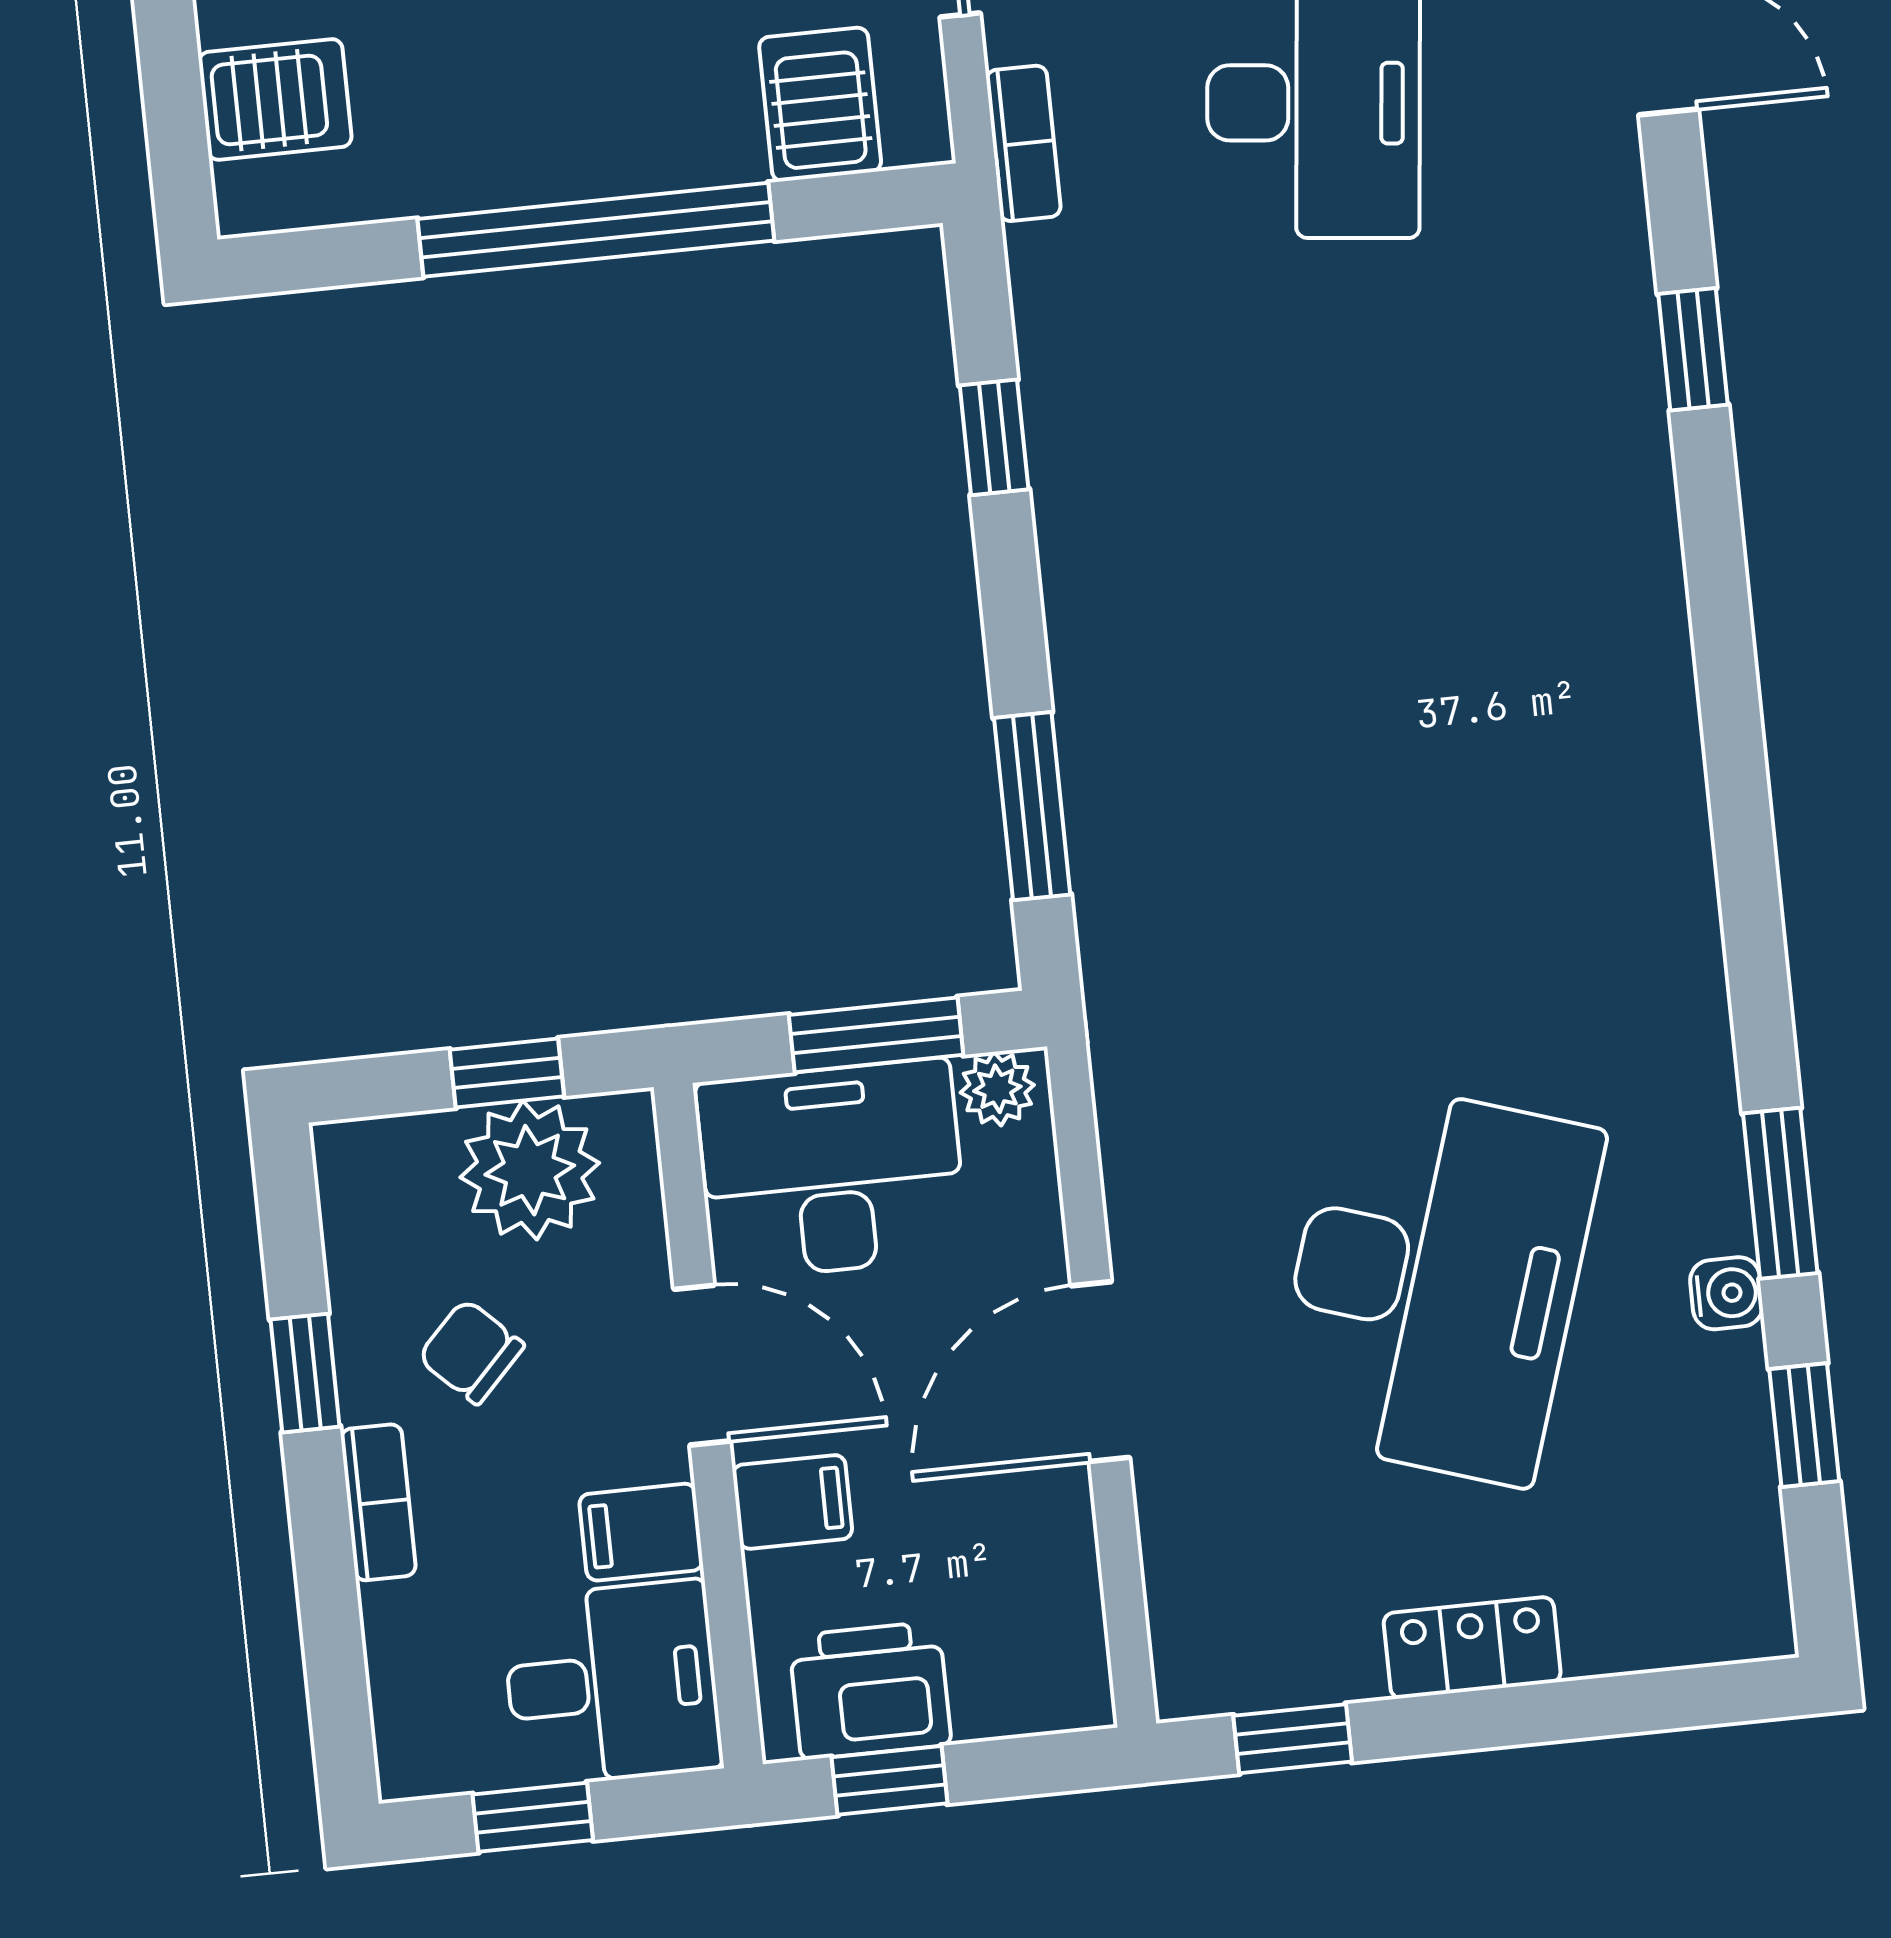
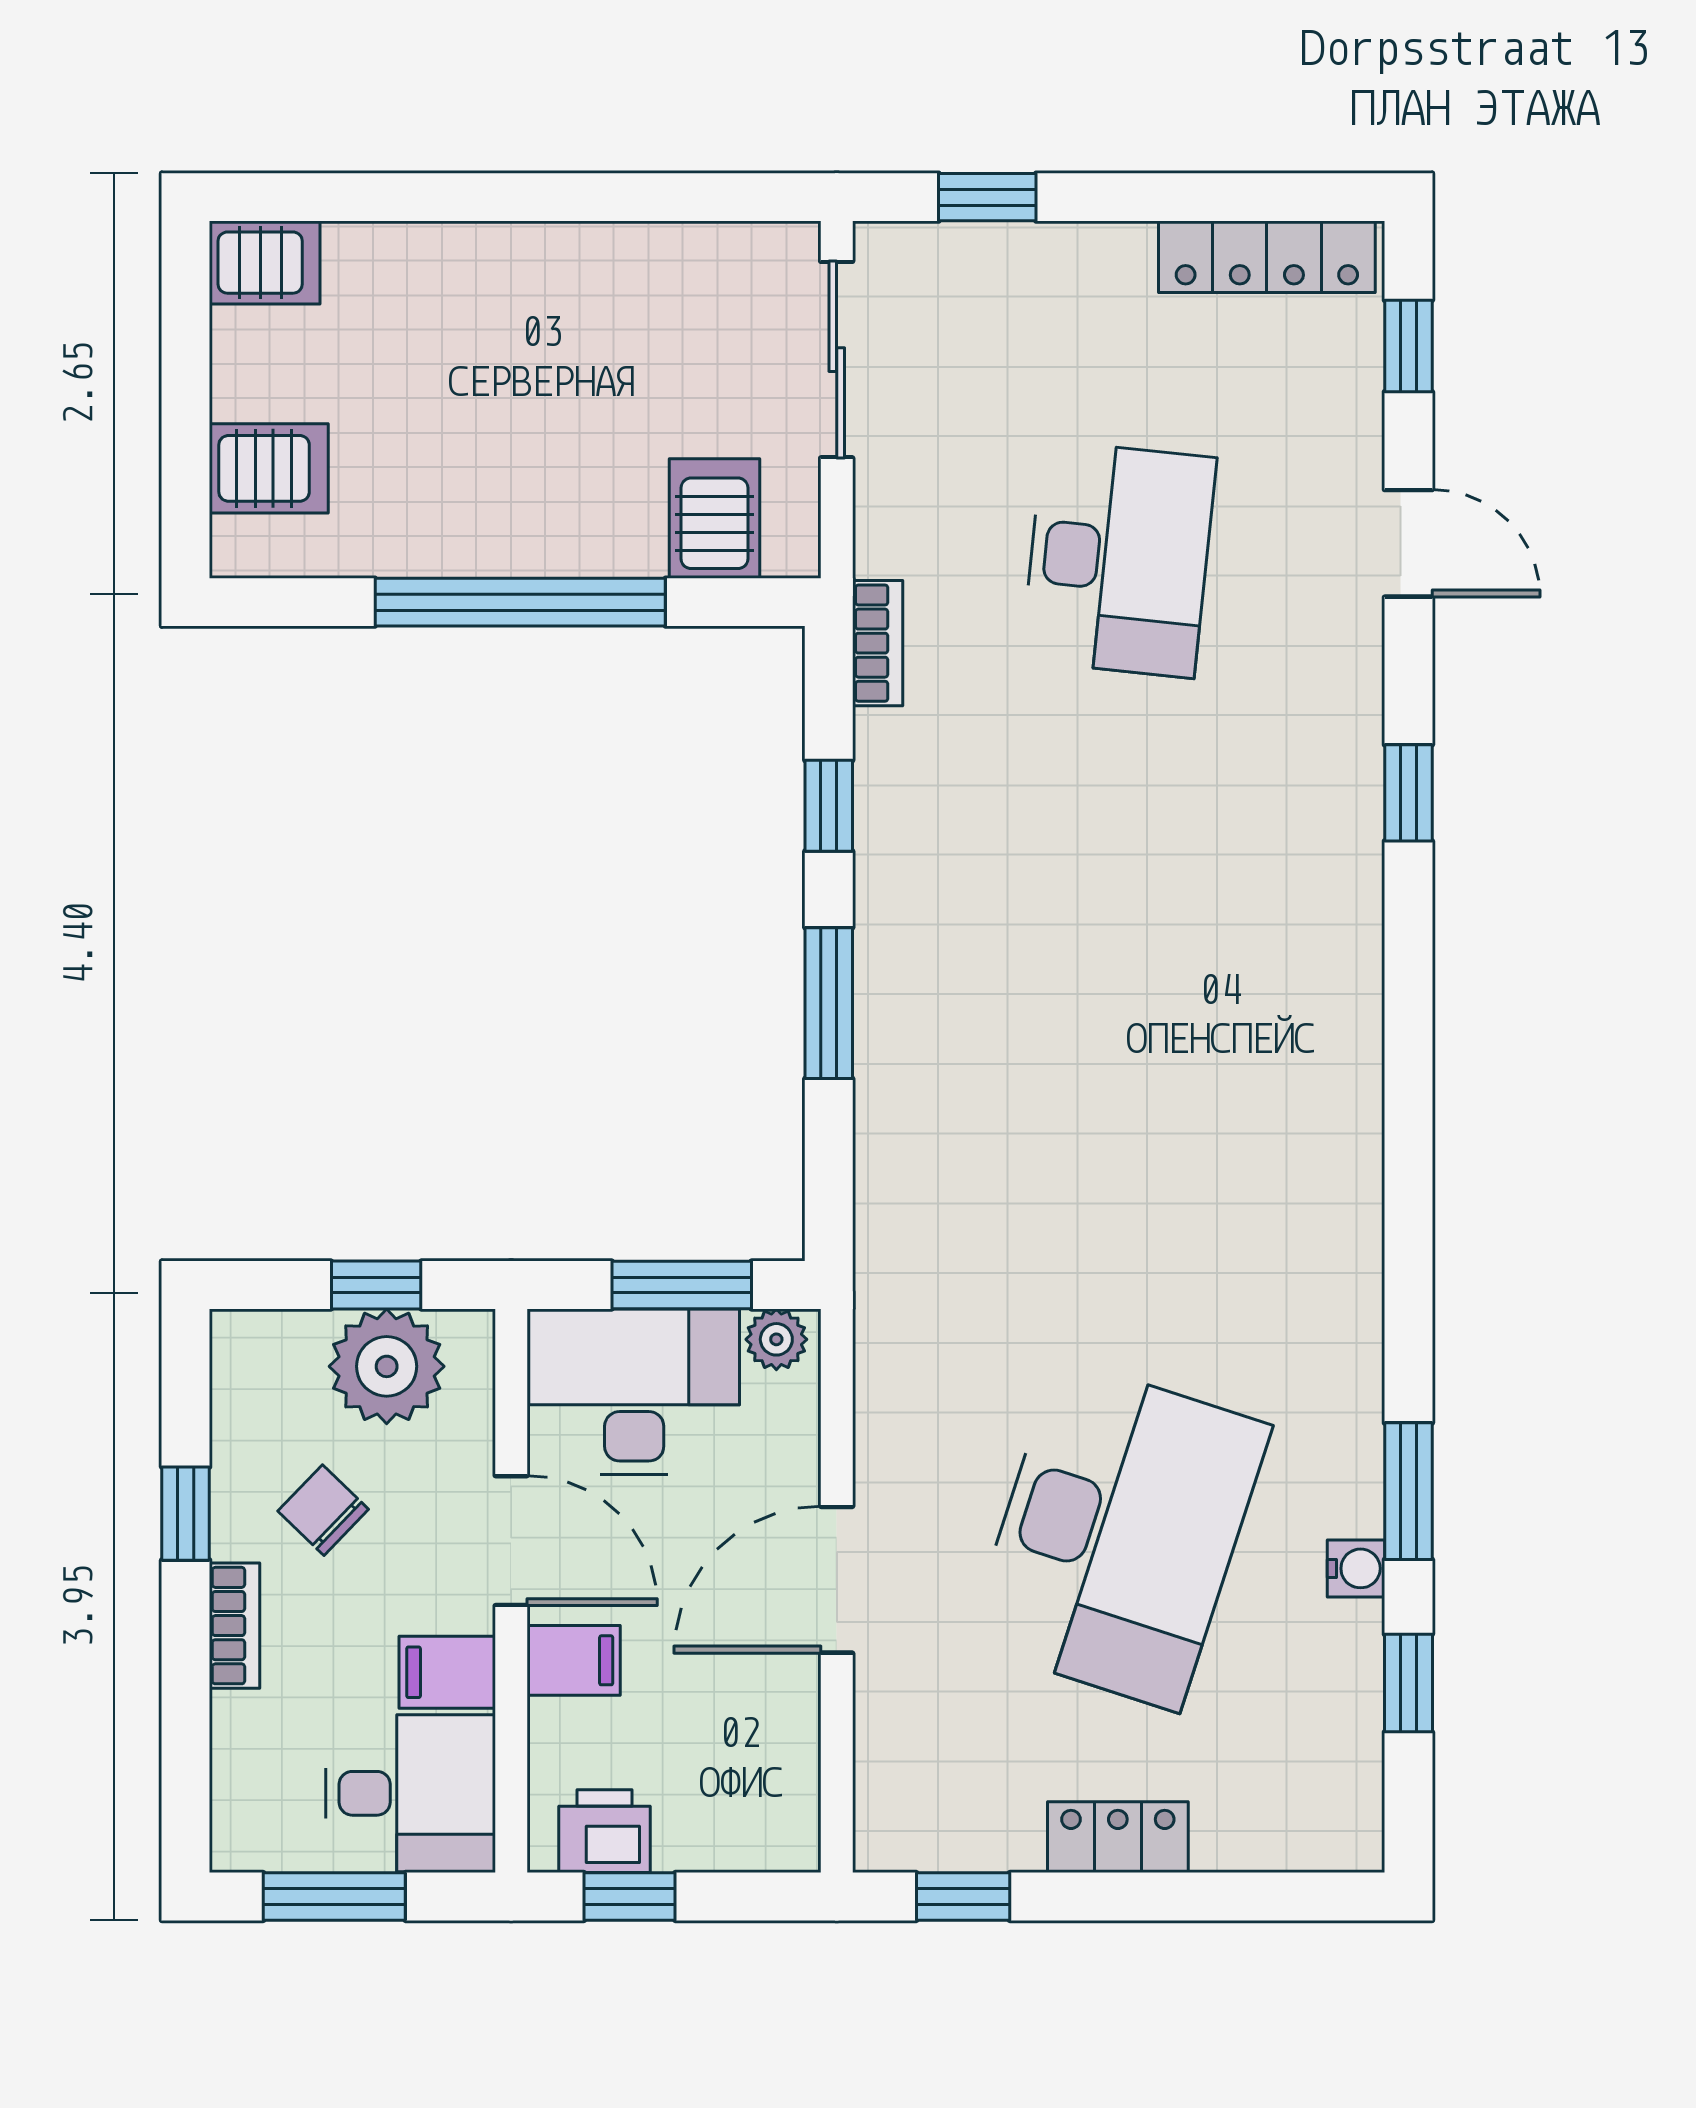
bookcase: (1023, 143) -> (878, 643), moved
window: (1032, 806) -> (829, 1003), moved
printer: (870, 1690) -> (605, 1831), width x0.73, depth x0.81
window: (533, 1817) -> (334, 1896), width x1.50

